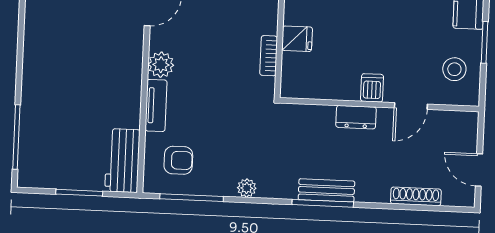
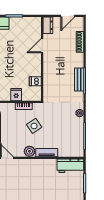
stool: (454, 69) -> (26, 28), removed
side table: (221, 78) -> (34, 126), added
dishwasher: (372, 88) -> (35, 81), moved
door: (411, 106) -> (42, 46), swing flipped
dresser: (356, 117) -> (48, 25), moved
armchair: (178, 160) -> (69, 142), removed

